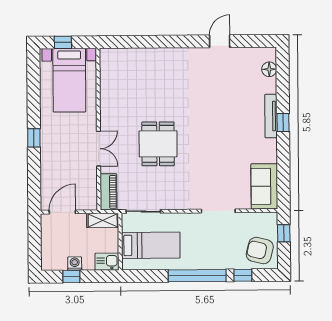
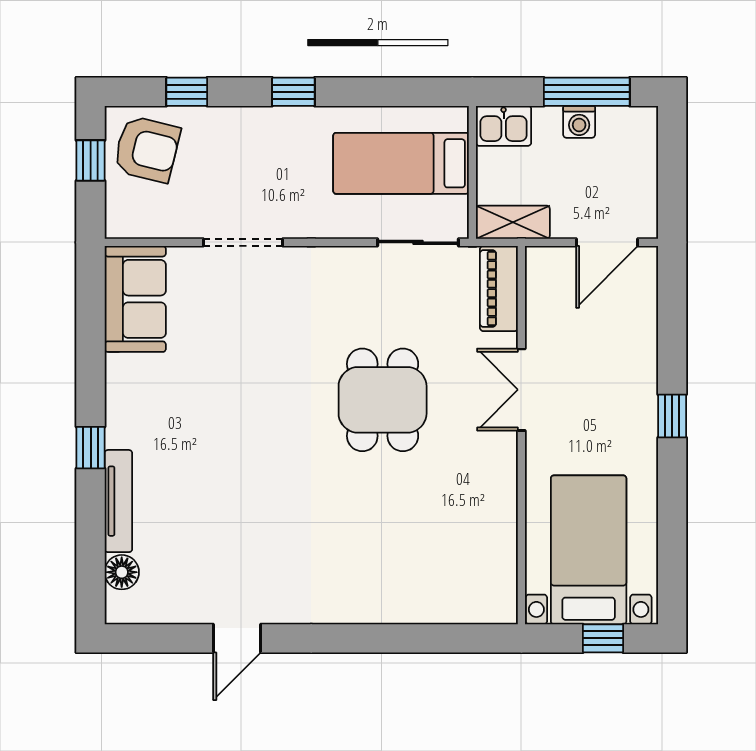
tv unit: (271, 116) -> (118, 501), moved
window: (284, 233) -> (91, 160), moved
window: (71, 276) -> (587, 92), width x2.17
window: (197, 276) -> (293, 92), width x0.32

